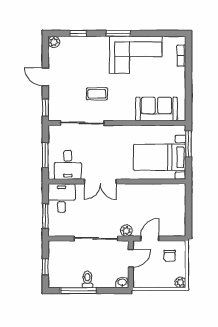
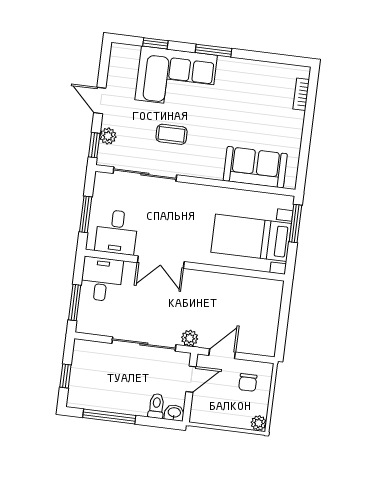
plant: (54, 42) -> (108, 136), moved
corner sofa: (136, 55) -> (176, 77), moved
toilet: (87, 279) -> (156, 406), moved

